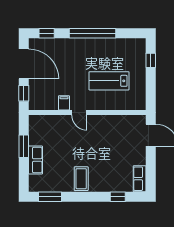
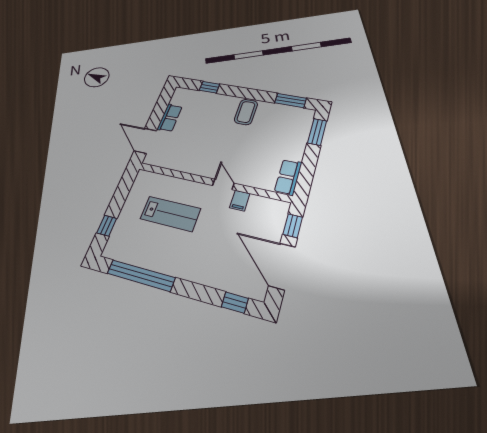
window: (92, 33) -> (141, 276), moved
window: (24, 146) -> (317, 132), moved
row of seats: (36, 160) -> (288, 177), moved
row of seats: (140, 179) -> (170, 118), moved

